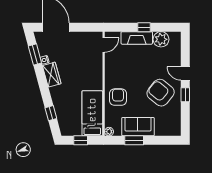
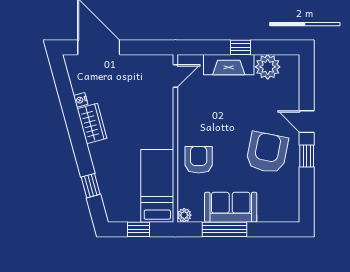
window: (35, 54) -> (65, 91), removed
armchair: (161, 93) -> (267, 153), turned 62
window: (134, 140) -> (225, 229), width x1.44

